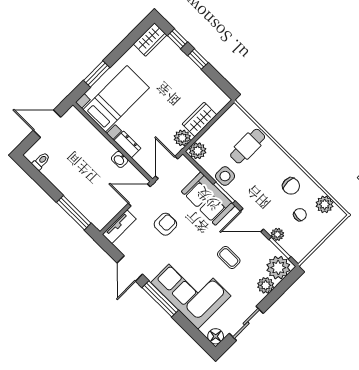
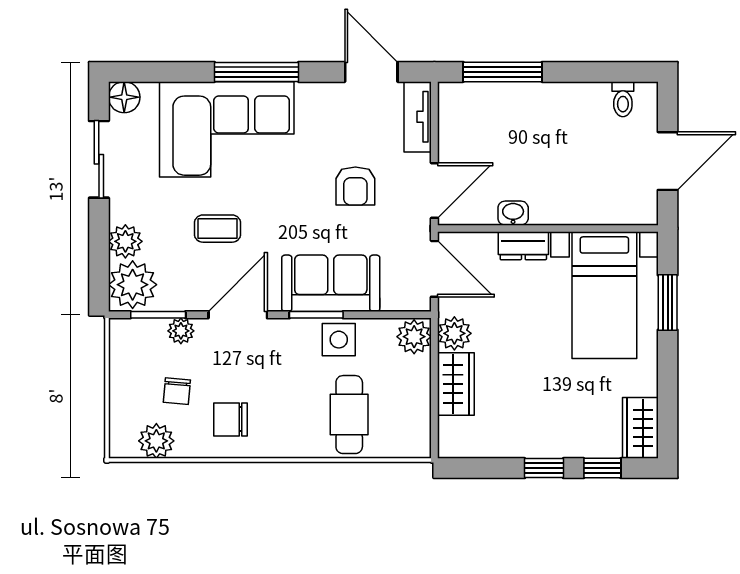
door: (130, 269) -> (371, 72), moved

